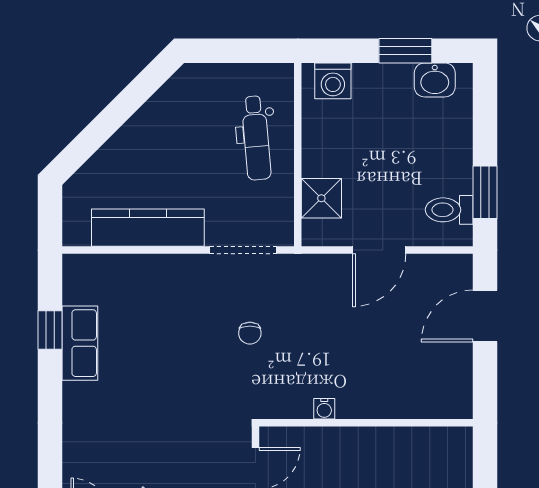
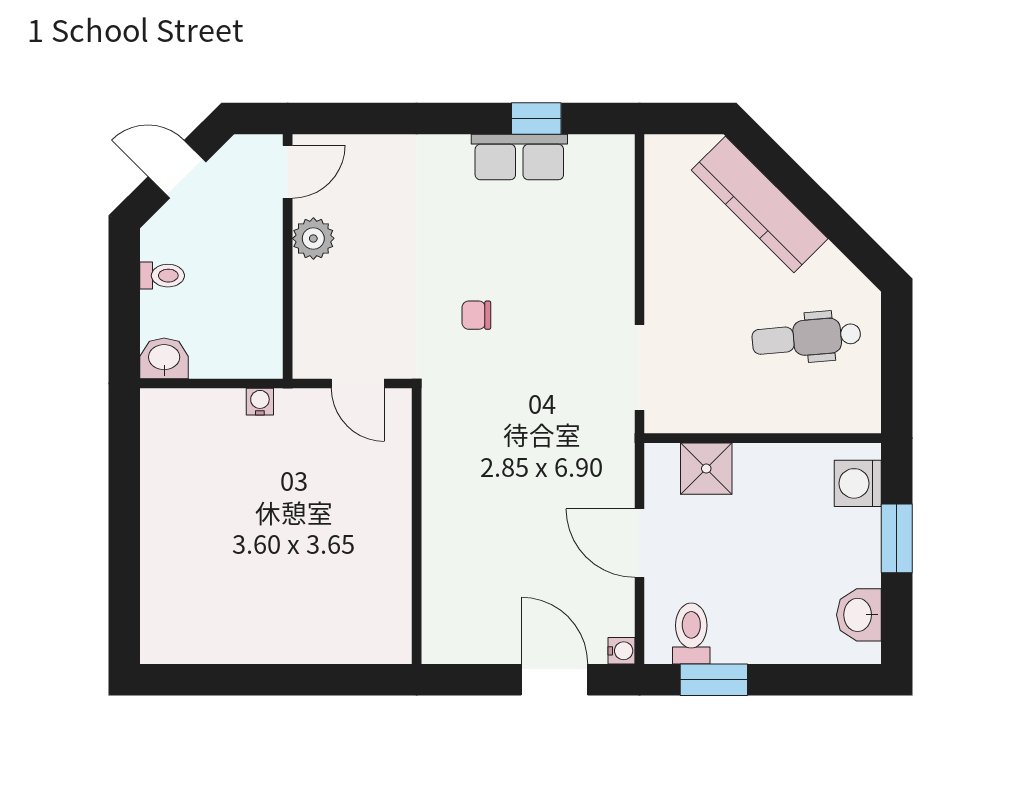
window: (405, 51) -> (897, 538), moved
dental chair: (256, 138) -> (806, 338), moved
kitchen counter: (148, 228) -> (760, 204), moved, turned 135
chair: (250, 333) -> (476, 315), moved
water cooler: (324, 409) -> (621, 651), moved, turned 180

